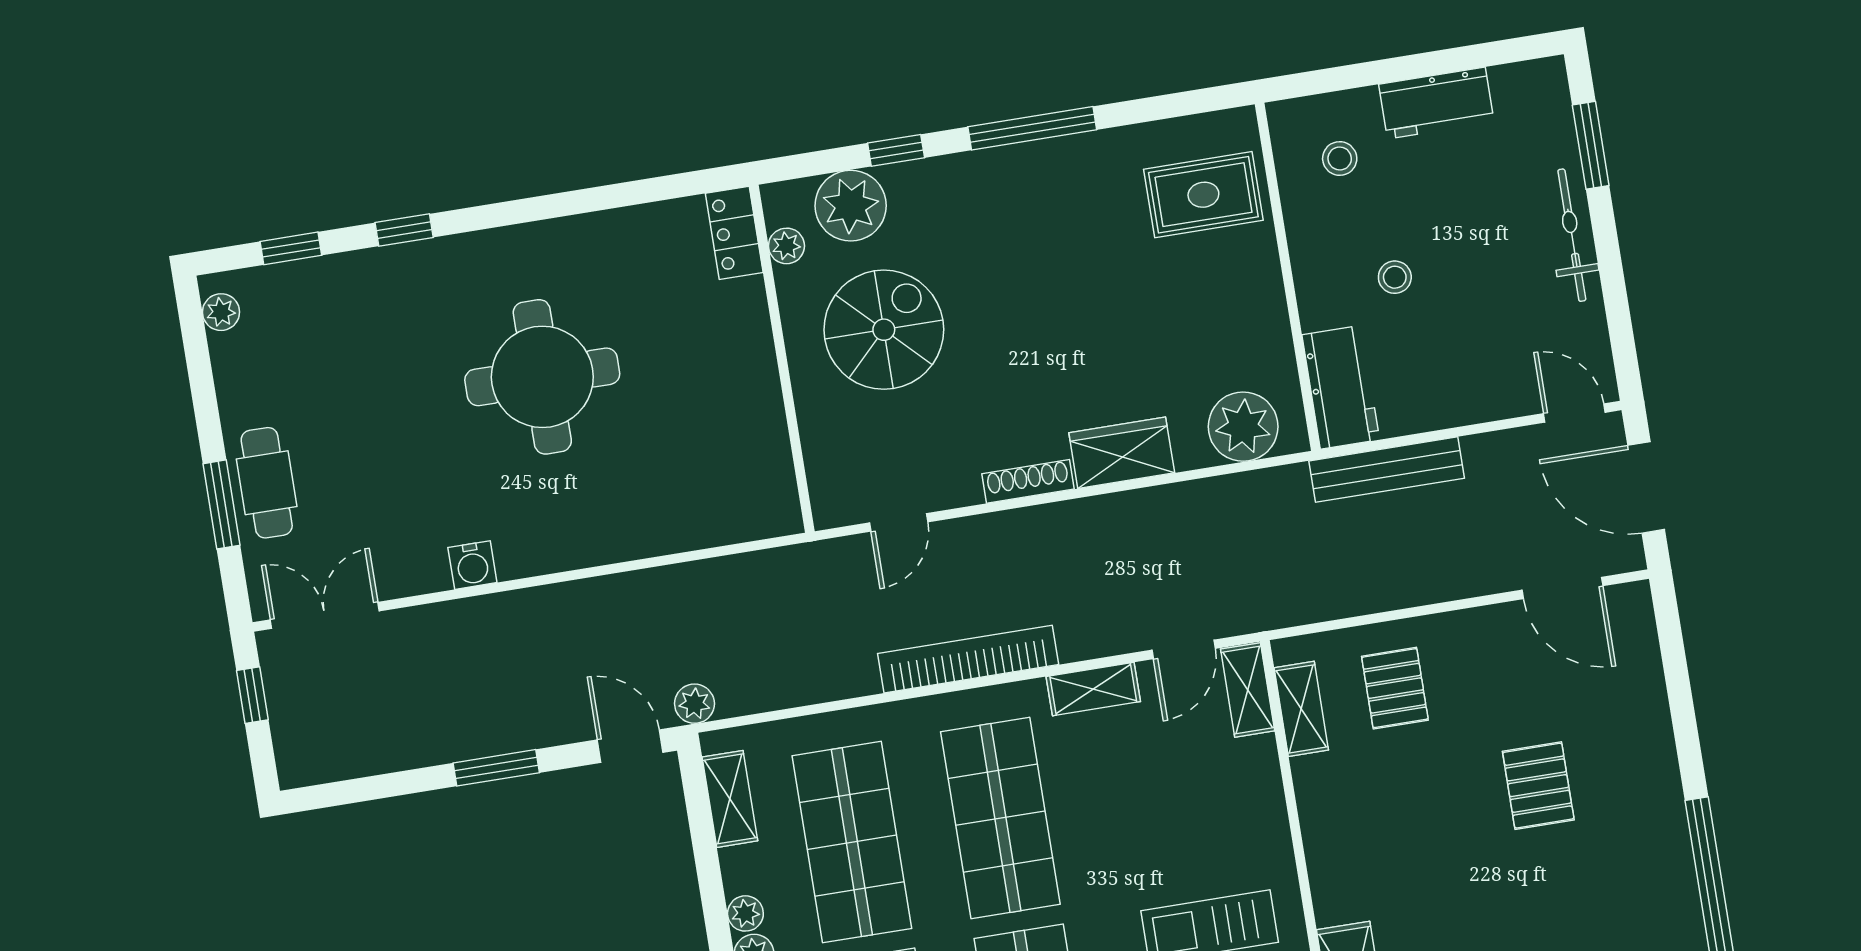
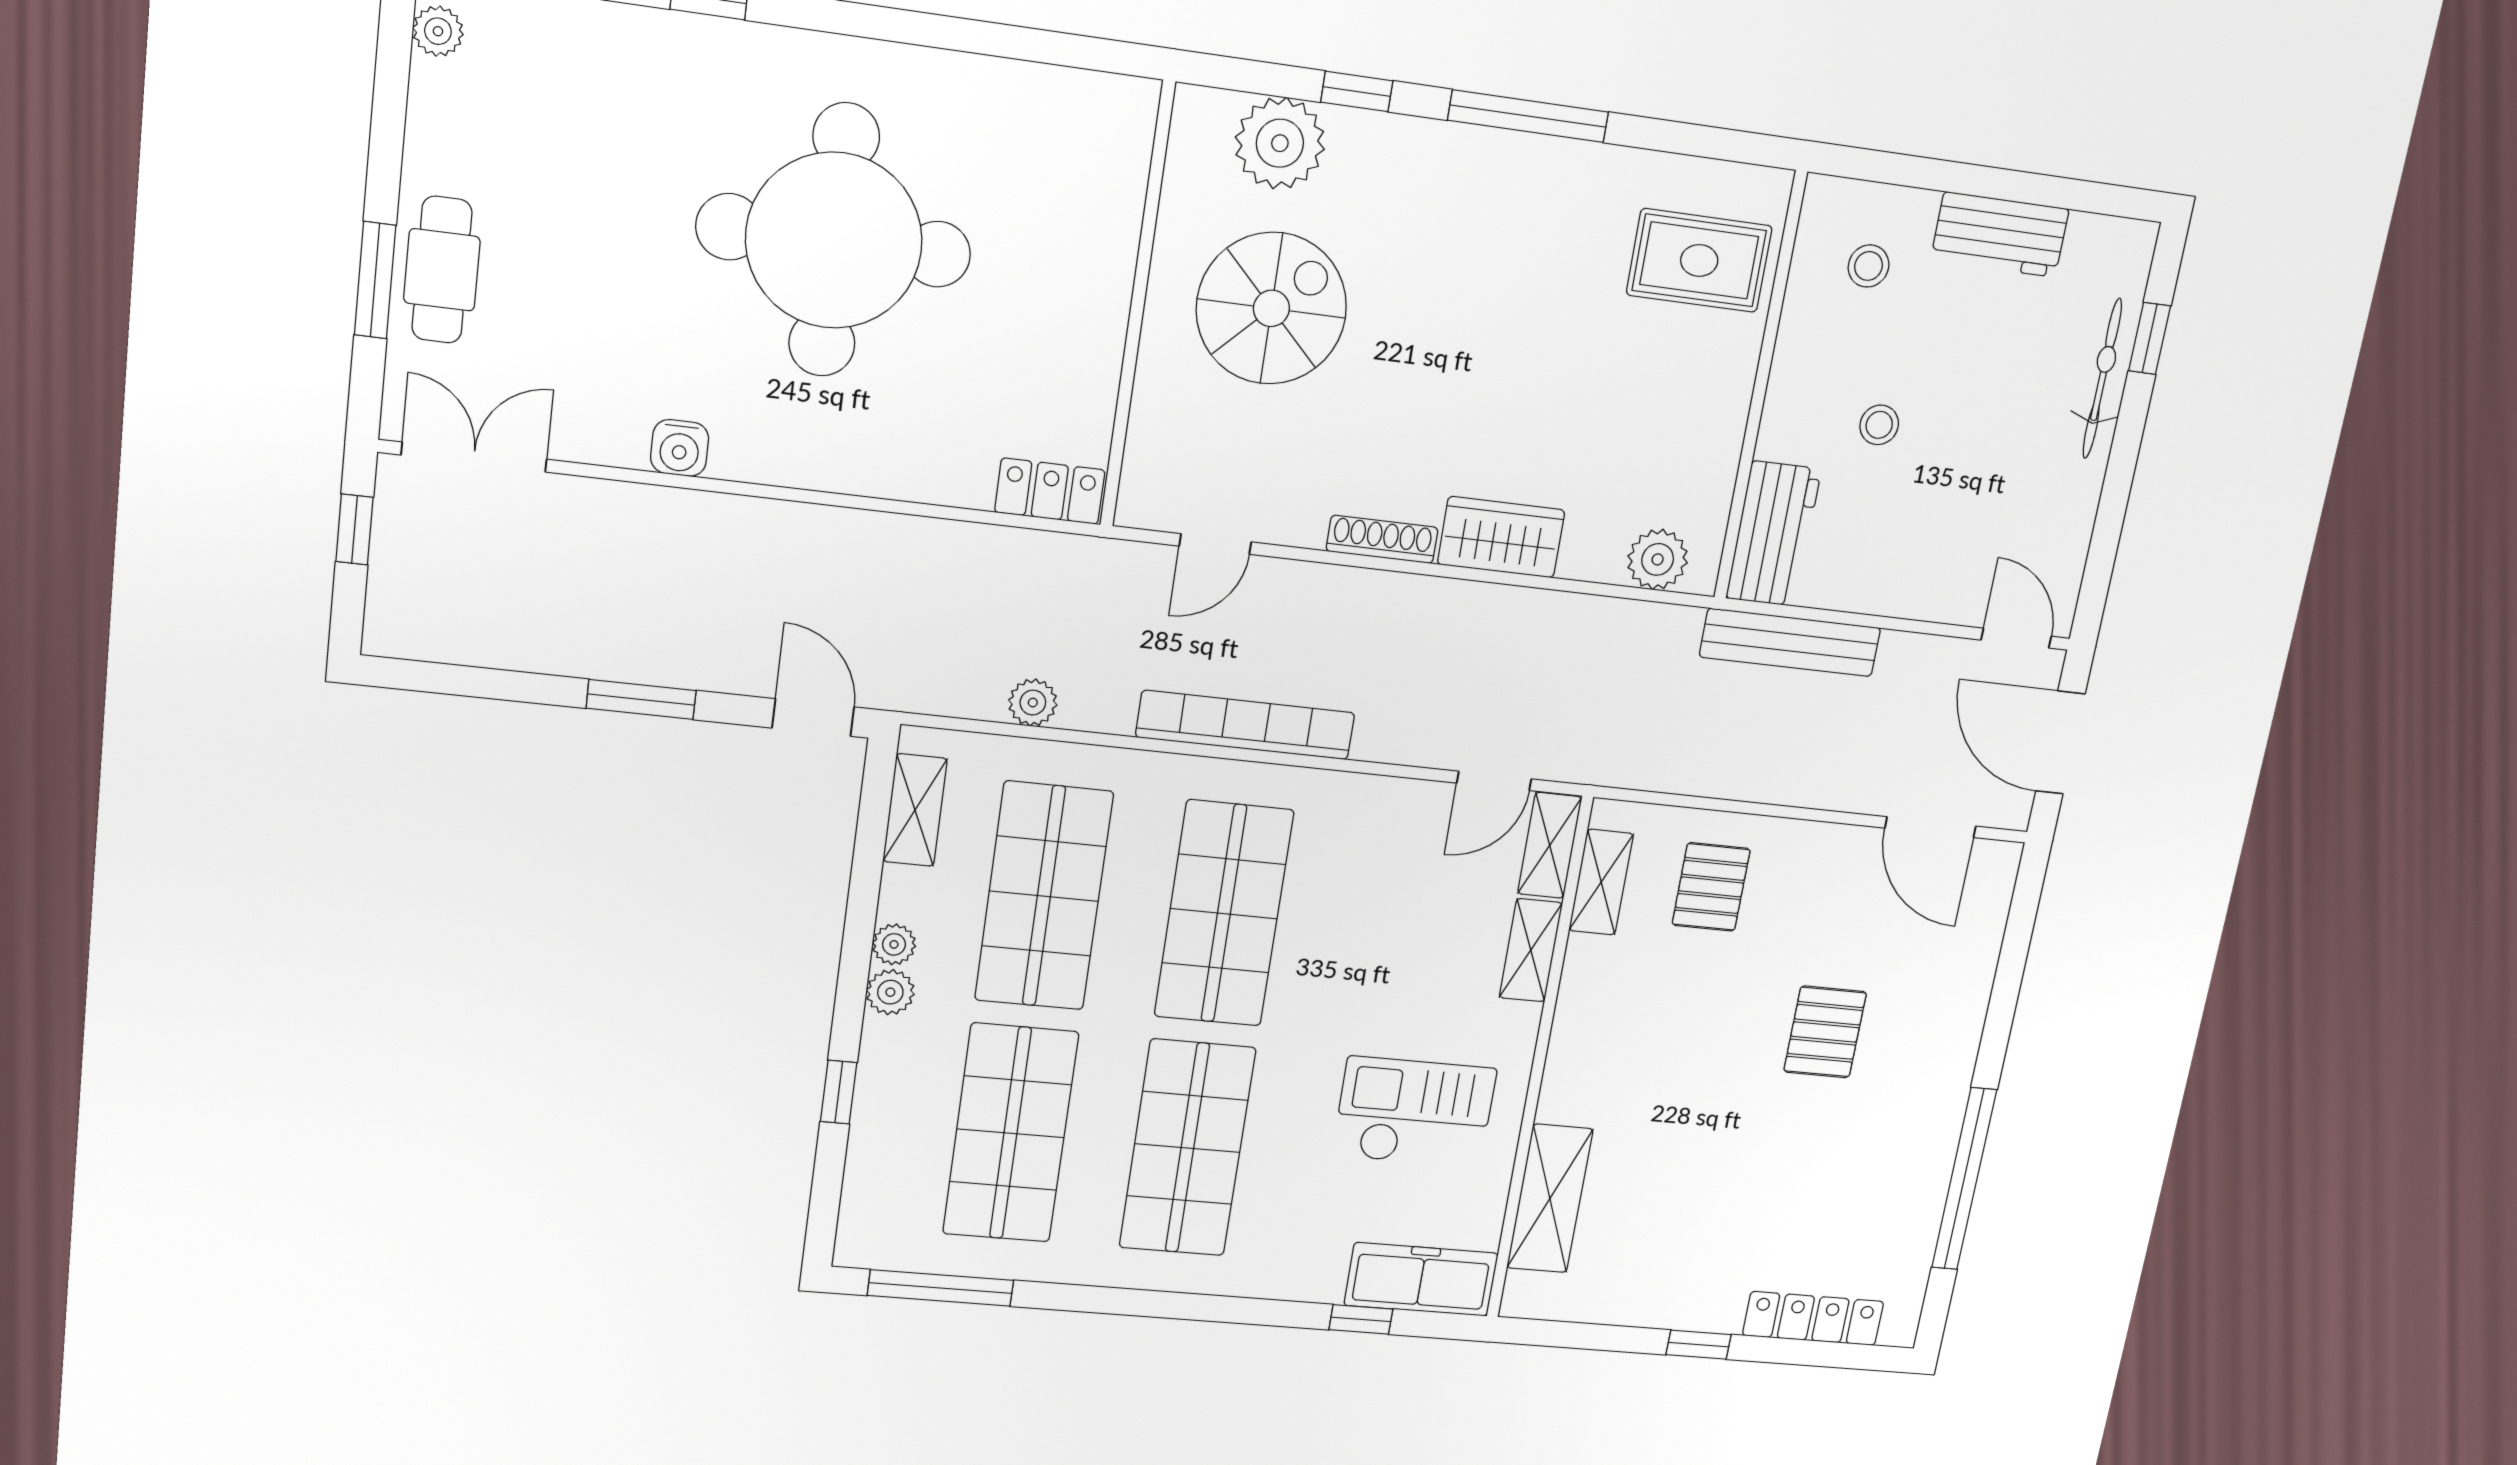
window: (1591, 145) -> (2150, 338), width x0.67
locker: (734, 233) -> (1050, 491), moved, turned 90
bicycle: (1572, 235) -> (2102, 379), moved
plant: (786, 246) -> (1186, 169), removed
round table: (542, 377) -> (834, 240), width x1.36, depth x1.36
plant: (1243, 427) -> (1658, 559), width x0.73, depth x0.73
shelving: (1093, 689) -> (1531, 950), moved, turned 90
plant: (695, 704) -> (1033, 703), moved

